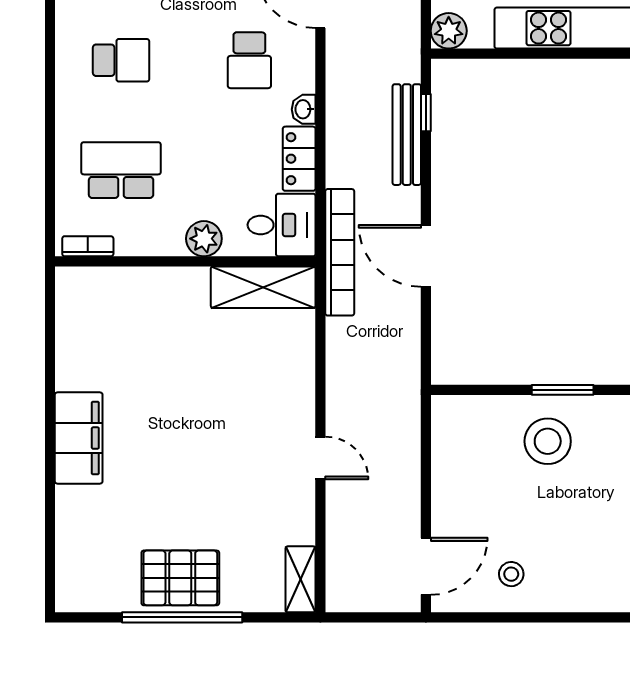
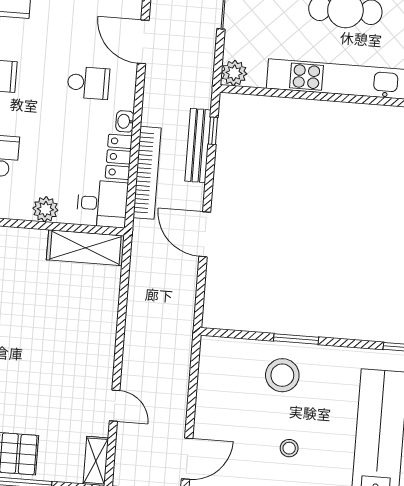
school desk: (249, 60) -> (88, 83), turned -90
bookcase: (340, 252) -> (147, 173), moved
door: (320, 458) -> (115, 406), moved
stool: (511, 574) -> (289, 448), moved

